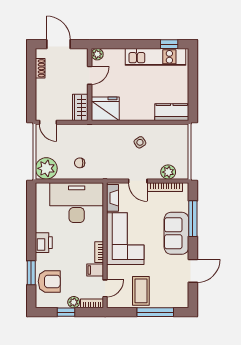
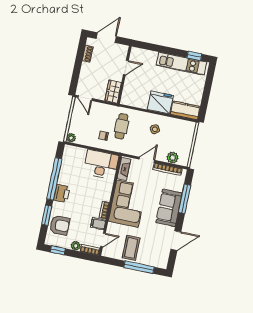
door: (59, 44) -> (106, 38), hinge flipped
plant: (97, 54) -> (135, 52), removed
fridge: (105, 109) -> (160, 102), moved
cafe table: (99, 147) -> (121, 126), added
plant: (46, 168) -> (71, 138), width x0.53, depth x0.53
door: (138, 181) -> (147, 160), swing flipped
desk: (77, 203) -> (101, 164), width x0.73, depth x0.77
window: (31, 227) -> (54, 179), added
window: (66, 312) -> (58, 250), moved

